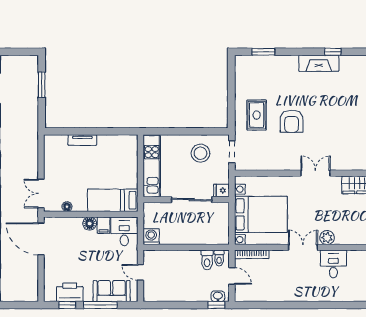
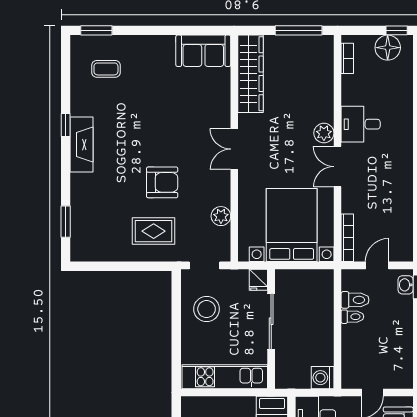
plant: (267, 164) -> (221, 216), added
toilet: (219, 258) -> (352, 317), moved

